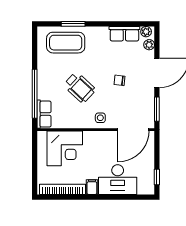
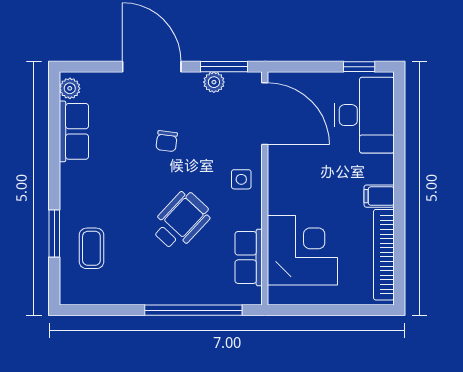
coffee table: (66, 43) -> (91, 248), width x0.54, depth x0.58
plant: (149, 45) -> (214, 82), moved
row of seats: (44, 114) -> (249, 257), moved, turned -90
desk: (118, 180) -> (364, 115), moved

